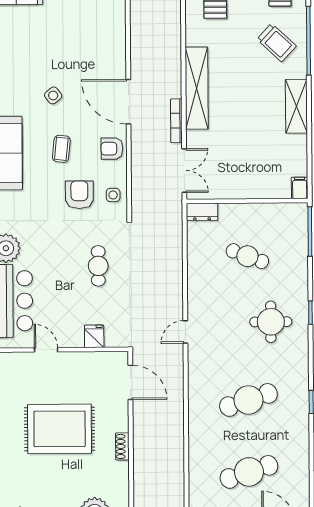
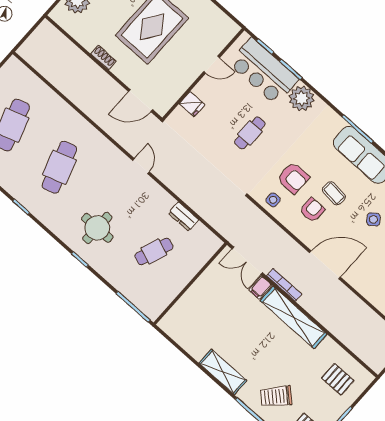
armchair: (112, 149) -> (312, 210), moved
filing cabinet: (300, 188) -> (260, 287), moved, turned 90
dresser: (202, 212) -> (184, 217), moved, turned -90
cafe table: (98, 266) -> (250, 133), moved, turned 90

